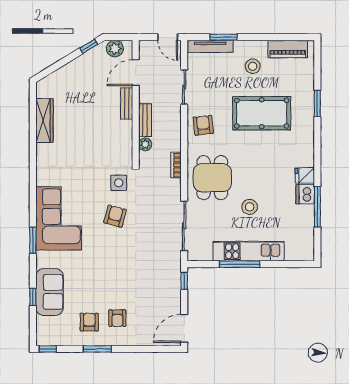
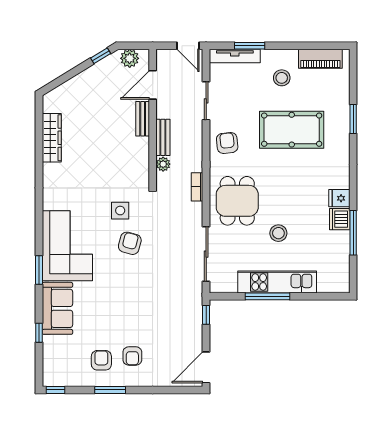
side table: (119, 183) -> (120, 211), moved
sofa: (50, 292) -> (57, 308), moved

